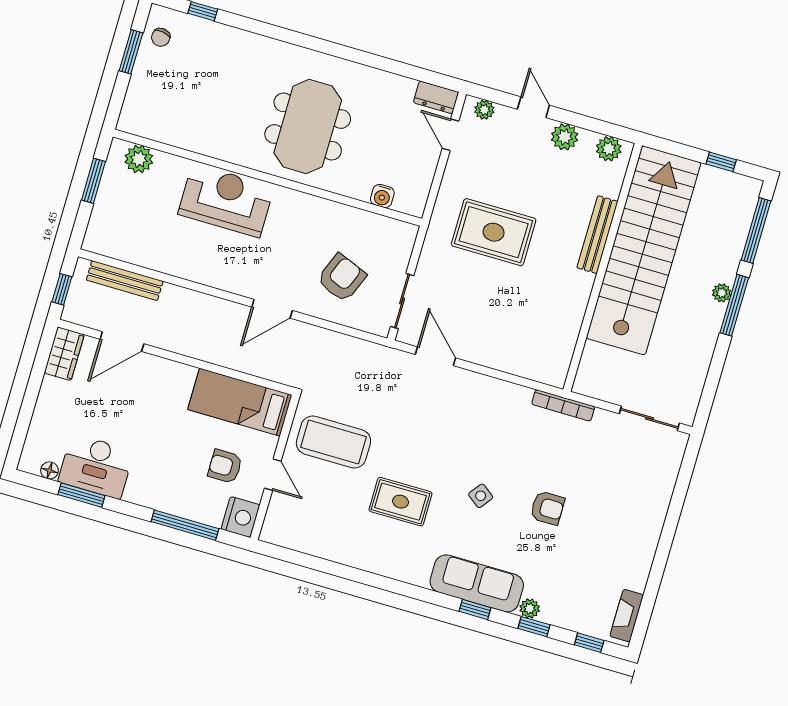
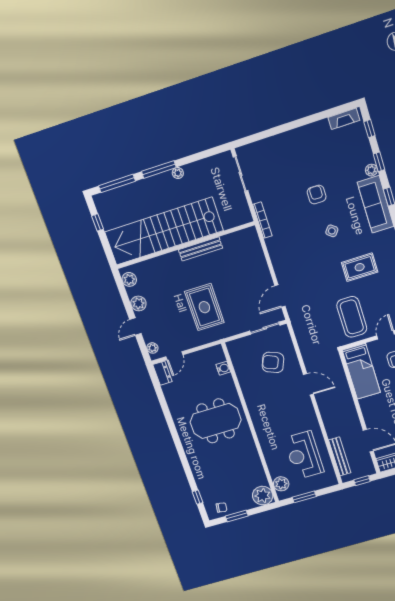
plant: (138, 117) -> (263, 496), added
reception desk: (226, 200) -> (304, 455), moved
bench: (597, 235) -> (200, 249), moved
plant: (722, 293) -> (178, 173), moved
rug: (401, 502) -> (360, 267), turned 90

